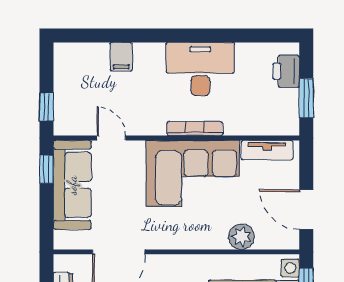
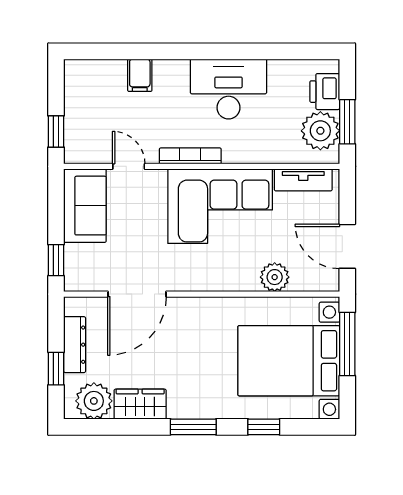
plant: (282, 106) -> (320, 131), added
bookcase: (195, 129) -> (190, 156), moved
window: (46, 169) -> (56, 260), moved
sofa: (72, 185) -> (85, 206), width x0.73

